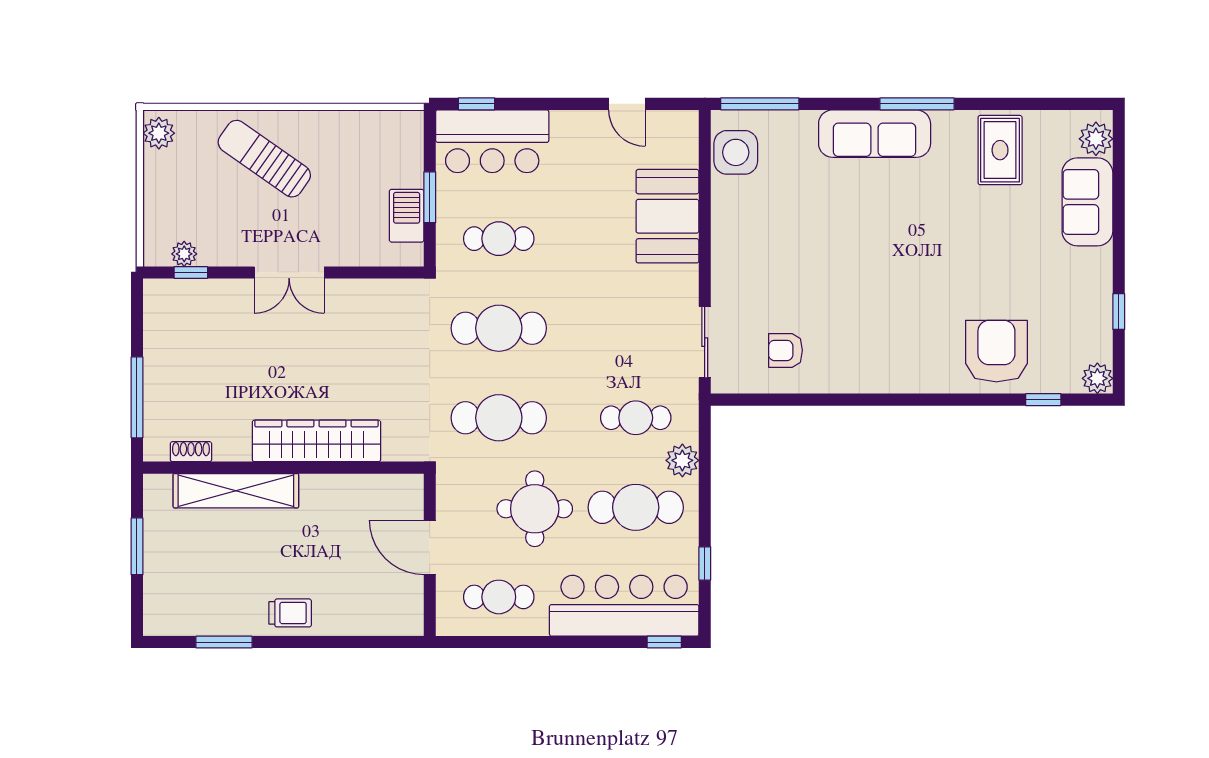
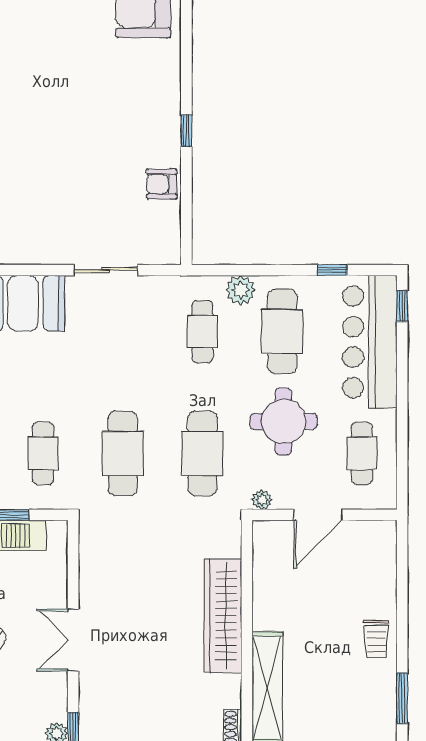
double door: (289, 272) -> (73, 640), swing flipped
sliding door: (705, 342) -> (106, 270), moved
armchair: (785, 350) -> (162, 184), moved, turned 90
window: (861, 400) -> (186, 131), added
plant: (447, 484) -> (262, 500), added
trolley: (290, 613) -> (376, 639), turned 180

